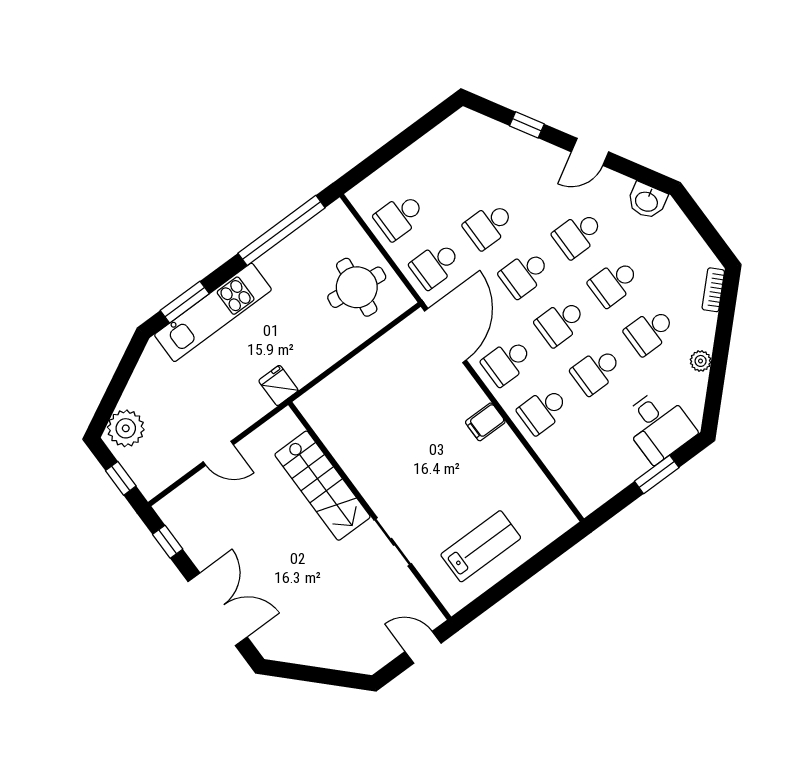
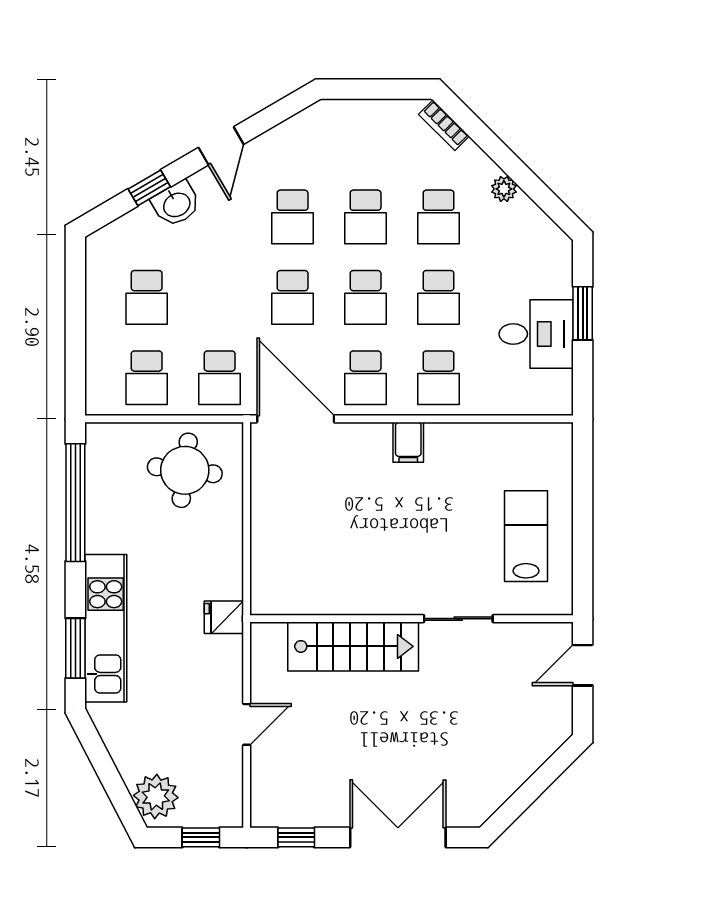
washbasin: (647, 201) -> (176, 204), moved
school desk: (489, 225) -> (147, 297), moved
desk: (658, 425) -> (536, 334), moved

